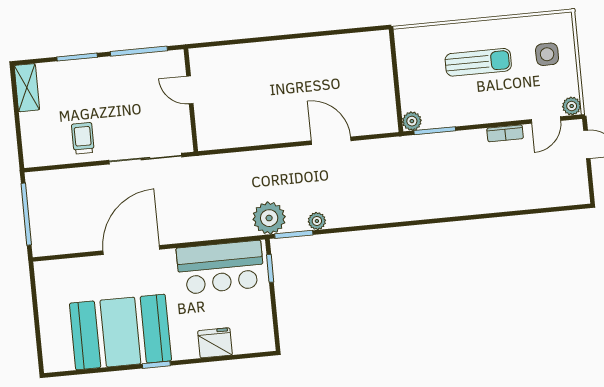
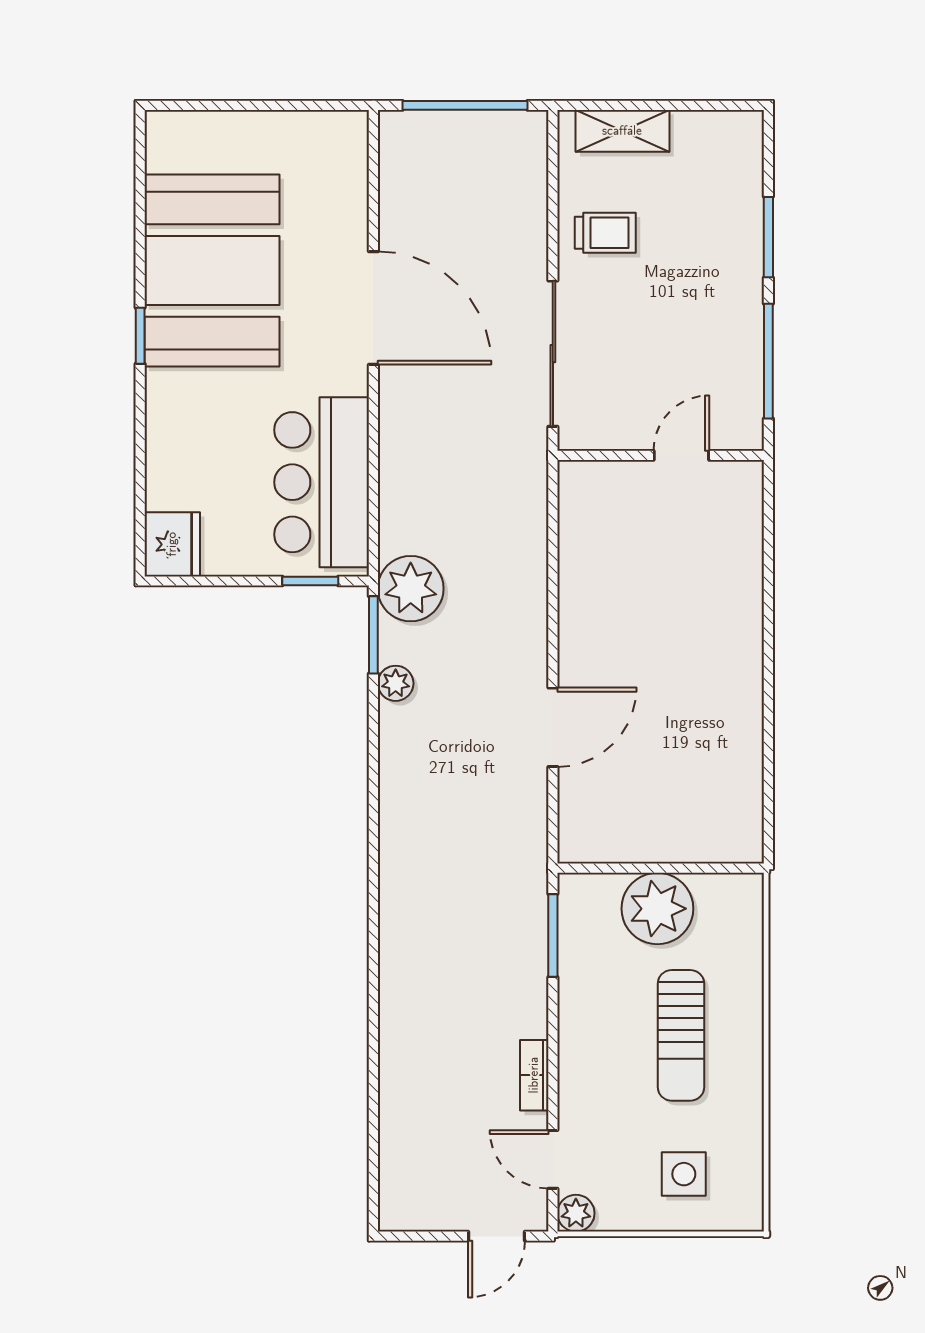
shelving: (27, 88) -> (622, 131), moved
plant: (412, 121) -> (657, 909), moved, width x1.87, depth x1.87
fridge: (215, 343) -> (172, 544), moved

